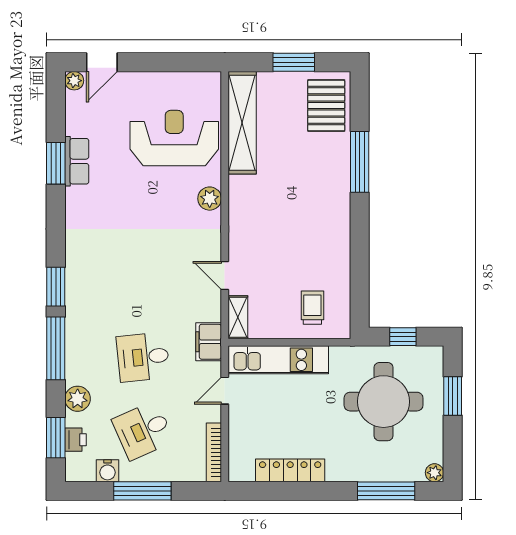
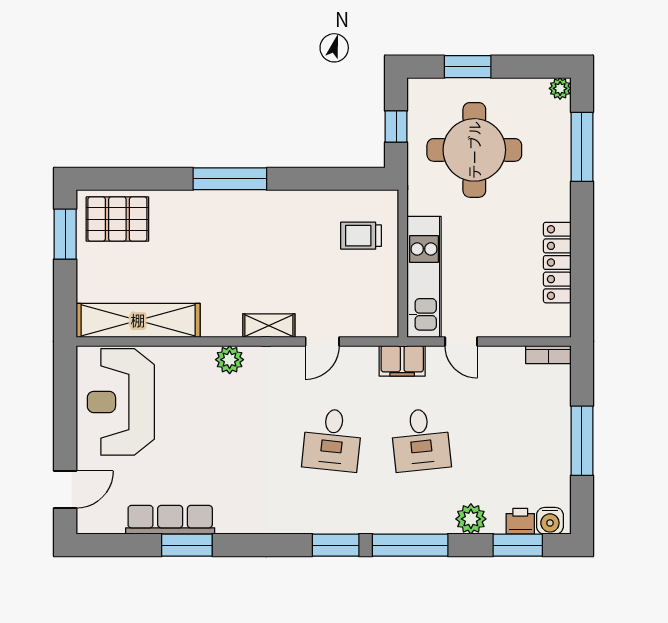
door: (102, 62) -> (65, 489), hinge flipped
window: (294, 62) -> (65, 234), moved
plant: (74, 81) -> (87, 523), removed
reception desk: (174, 138) -> (121, 402), moved
row of seats: (77, 161) -> (170, 520), width x1.48
window: (360, 162) -> (230, 179), moved
shelving: (238, 317) -> (269, 326), moved
desk: (143, 430) -> (332, 440), moved, turned 30
bookcase: (214, 452) -> (548, 355), width x0.64
water cooler: (107, 471) -> (550, 521), moved, turned 90

